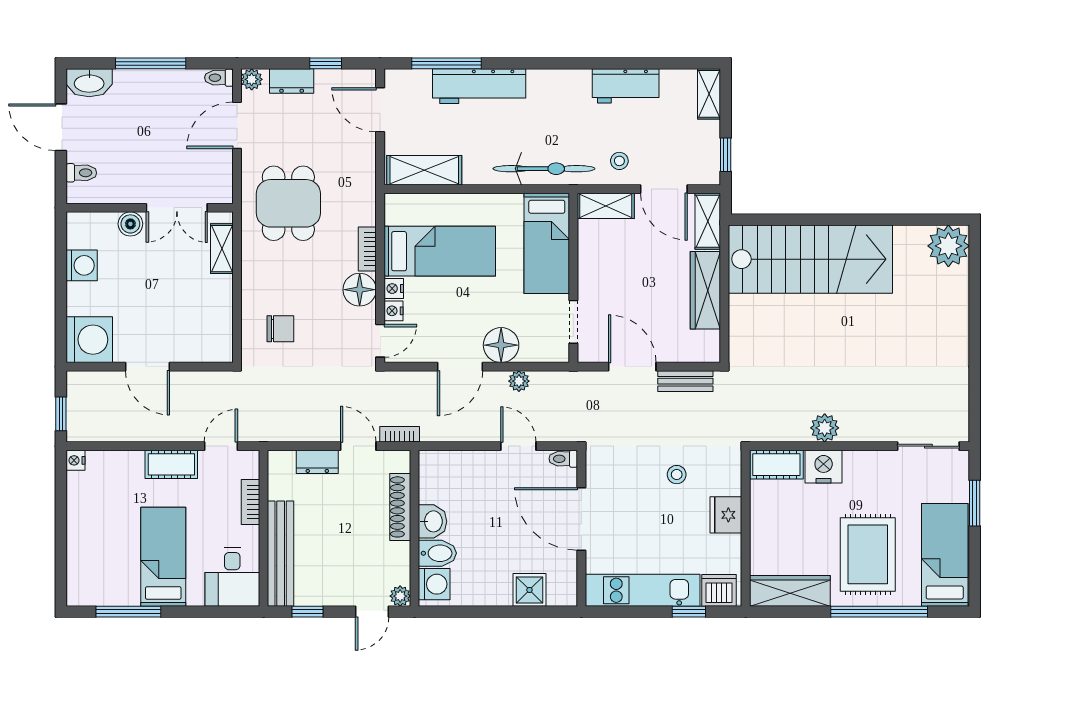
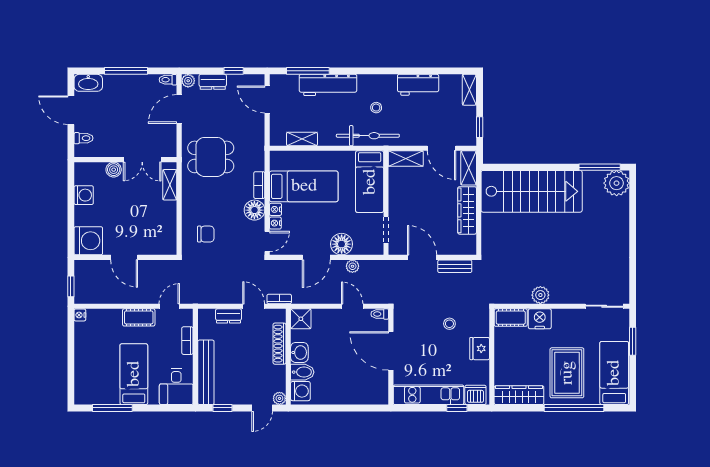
stool: (619, 161) -> (376, 108), moved
shelving: (424, 170) -> (302, 139), width x0.67, depth x0.75
dining table: (288, 203) -> (211, 157), turned 90
window: (921, 220) -> (600, 167), added
shower: (529, 590) -> (301, 319), moved

